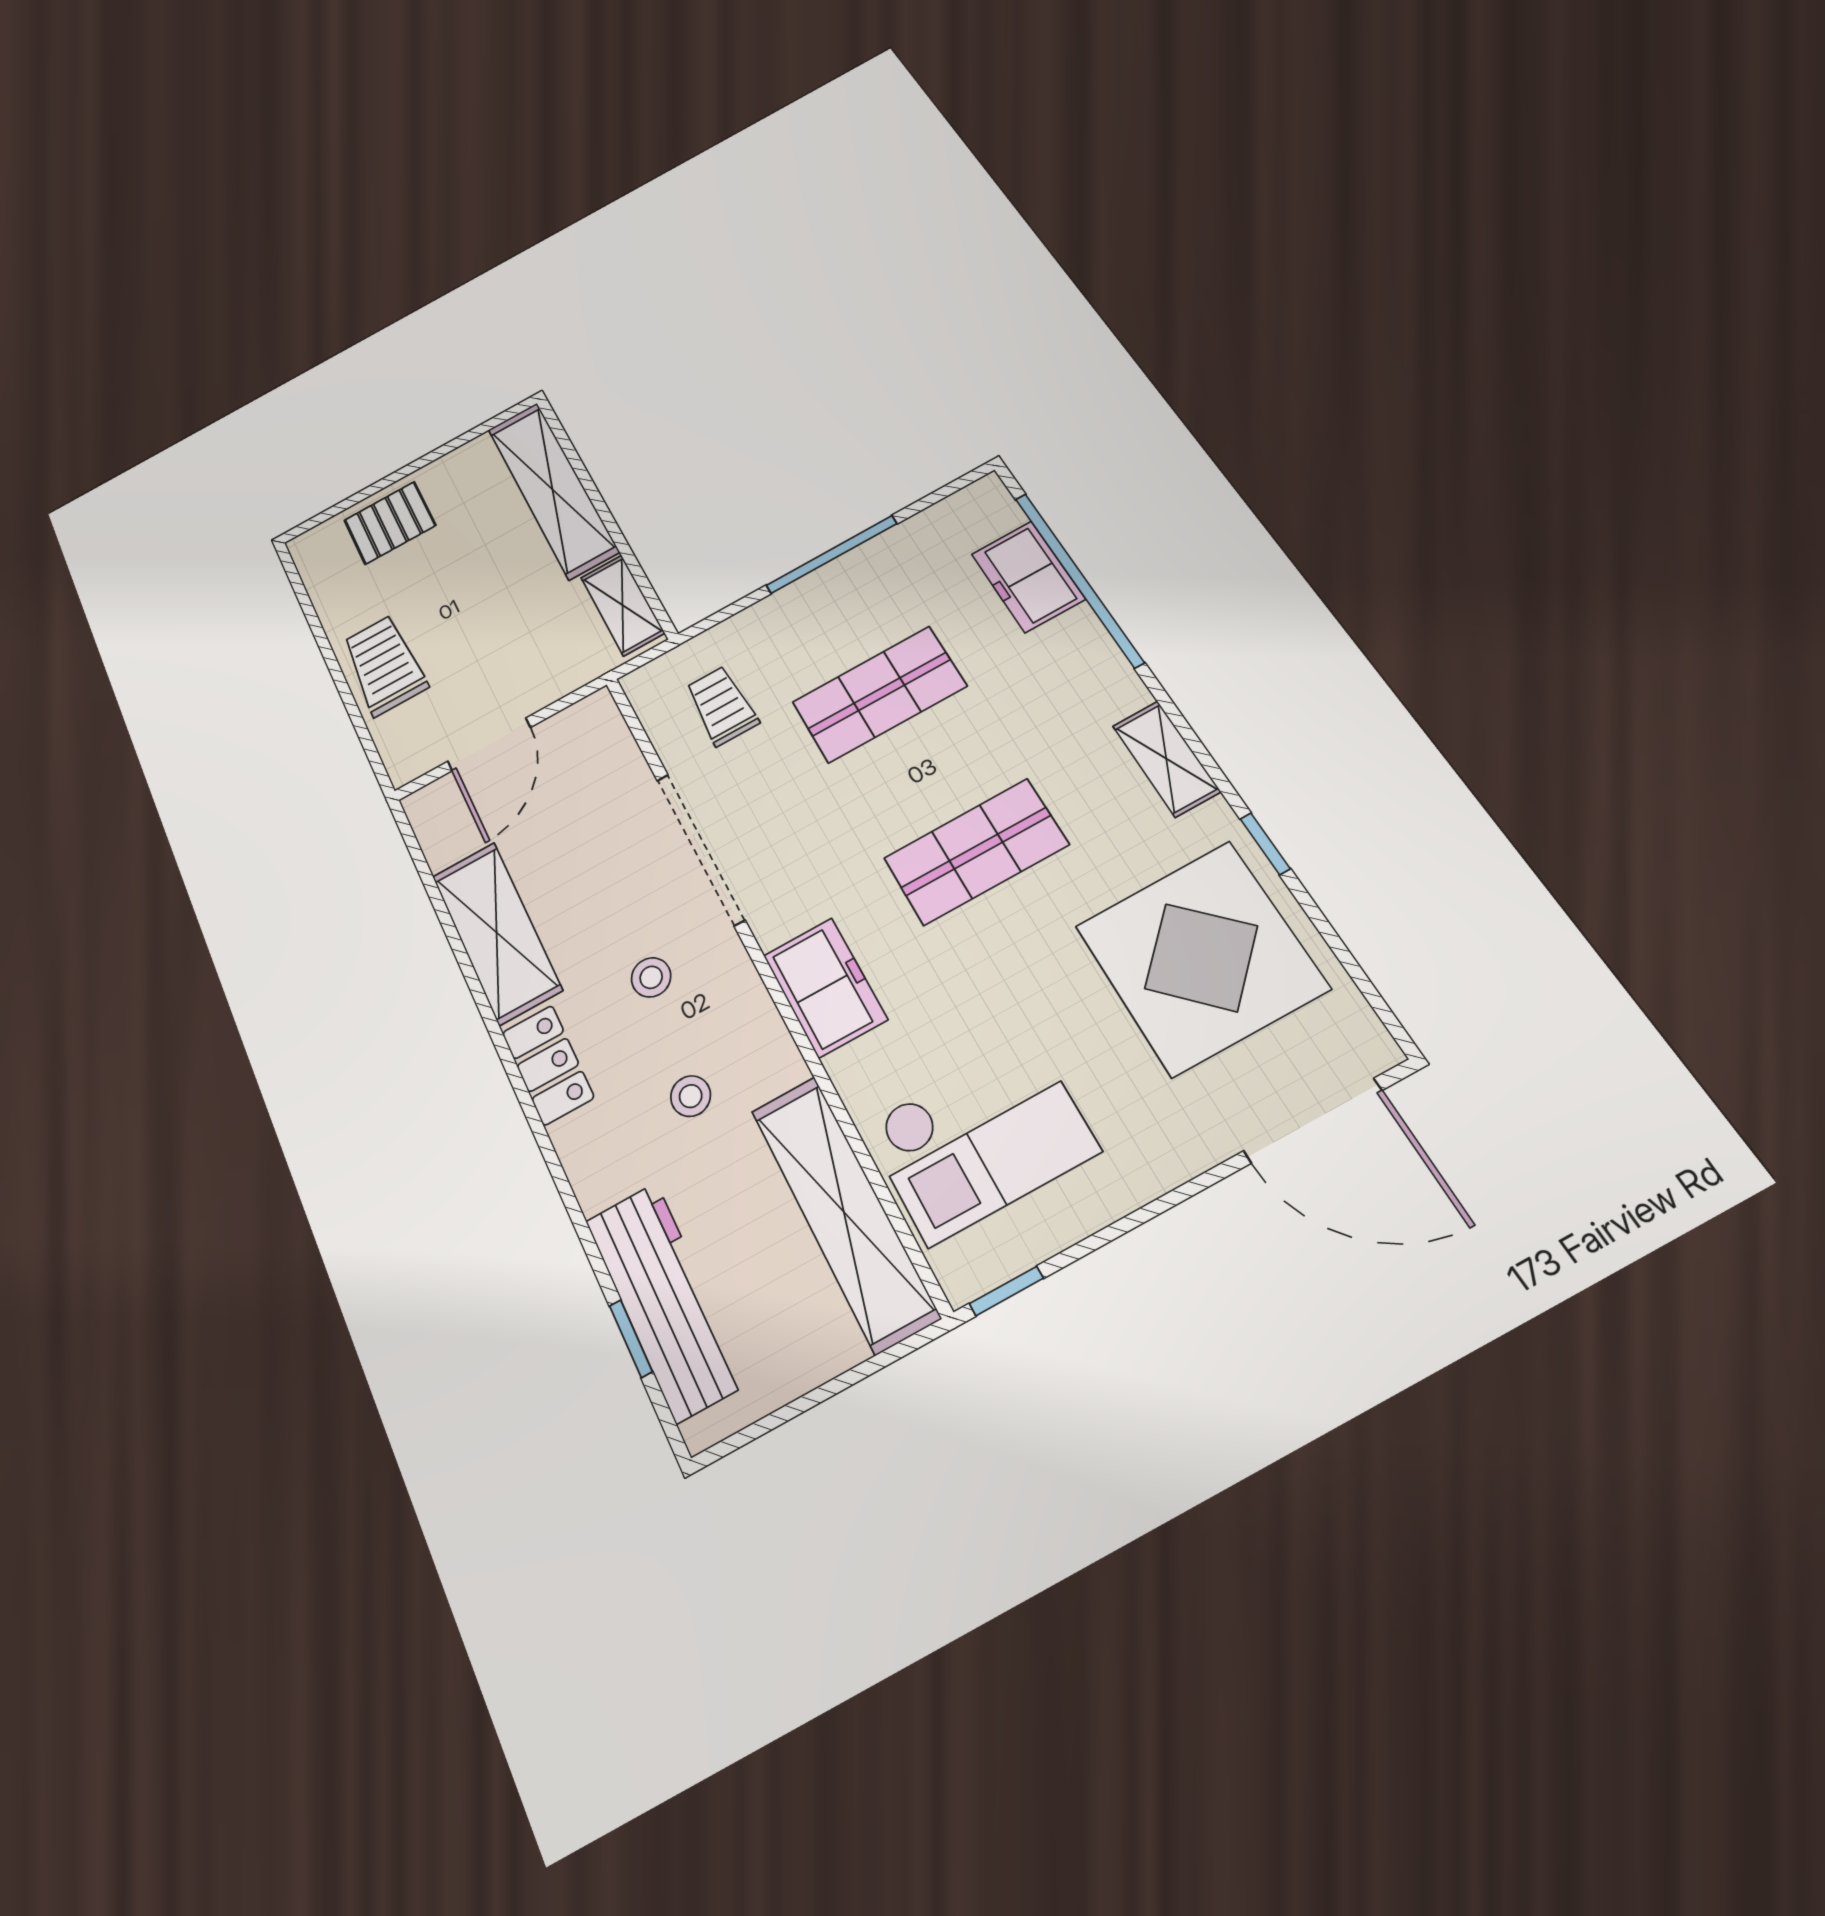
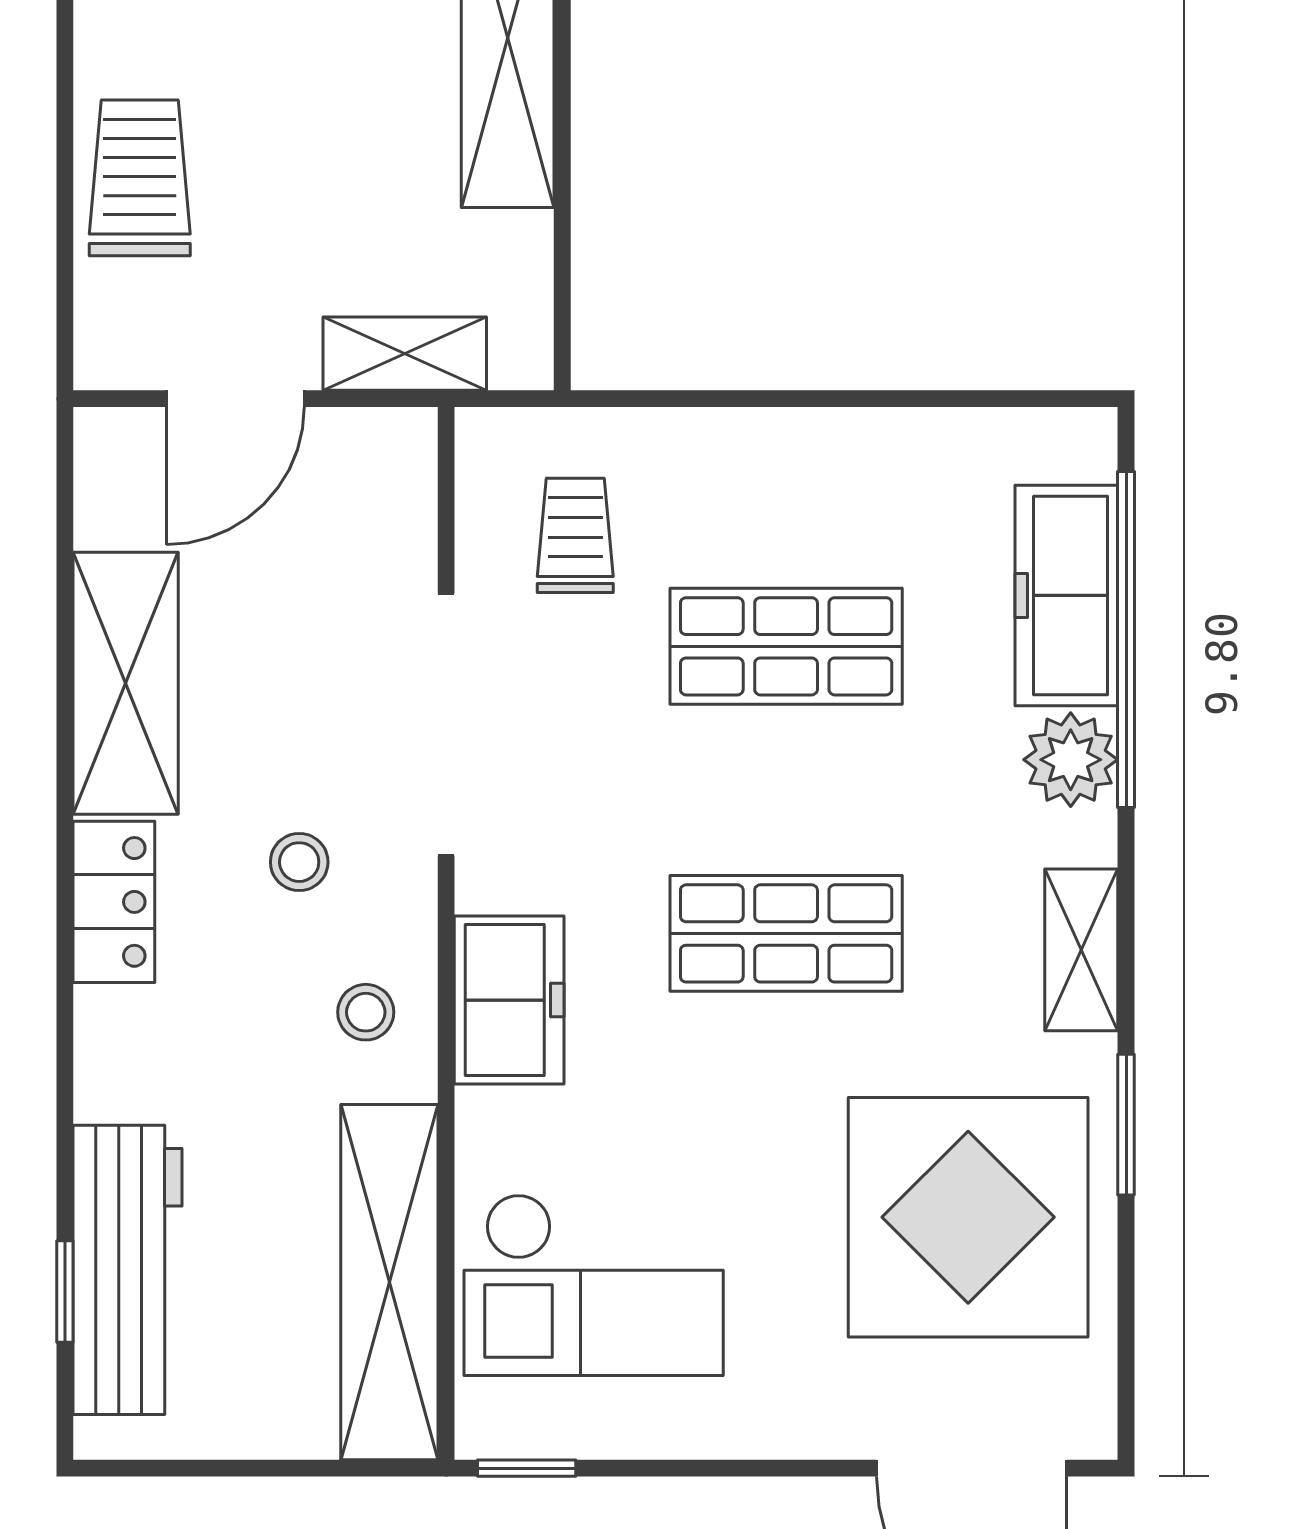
window: (832, 554) -> (836, 399), removed
freezer: (1028, 577) -> (1066, 595), width x1.40
shelving: (622, 605) -> (405, 354), moved, turned 90
plant: (1088, 659) -> (1071, 760), added
window: (1265, 844) -> (1126, 1125), width x1.50
stool: (691, 1096) -> (366, 1012), moved

